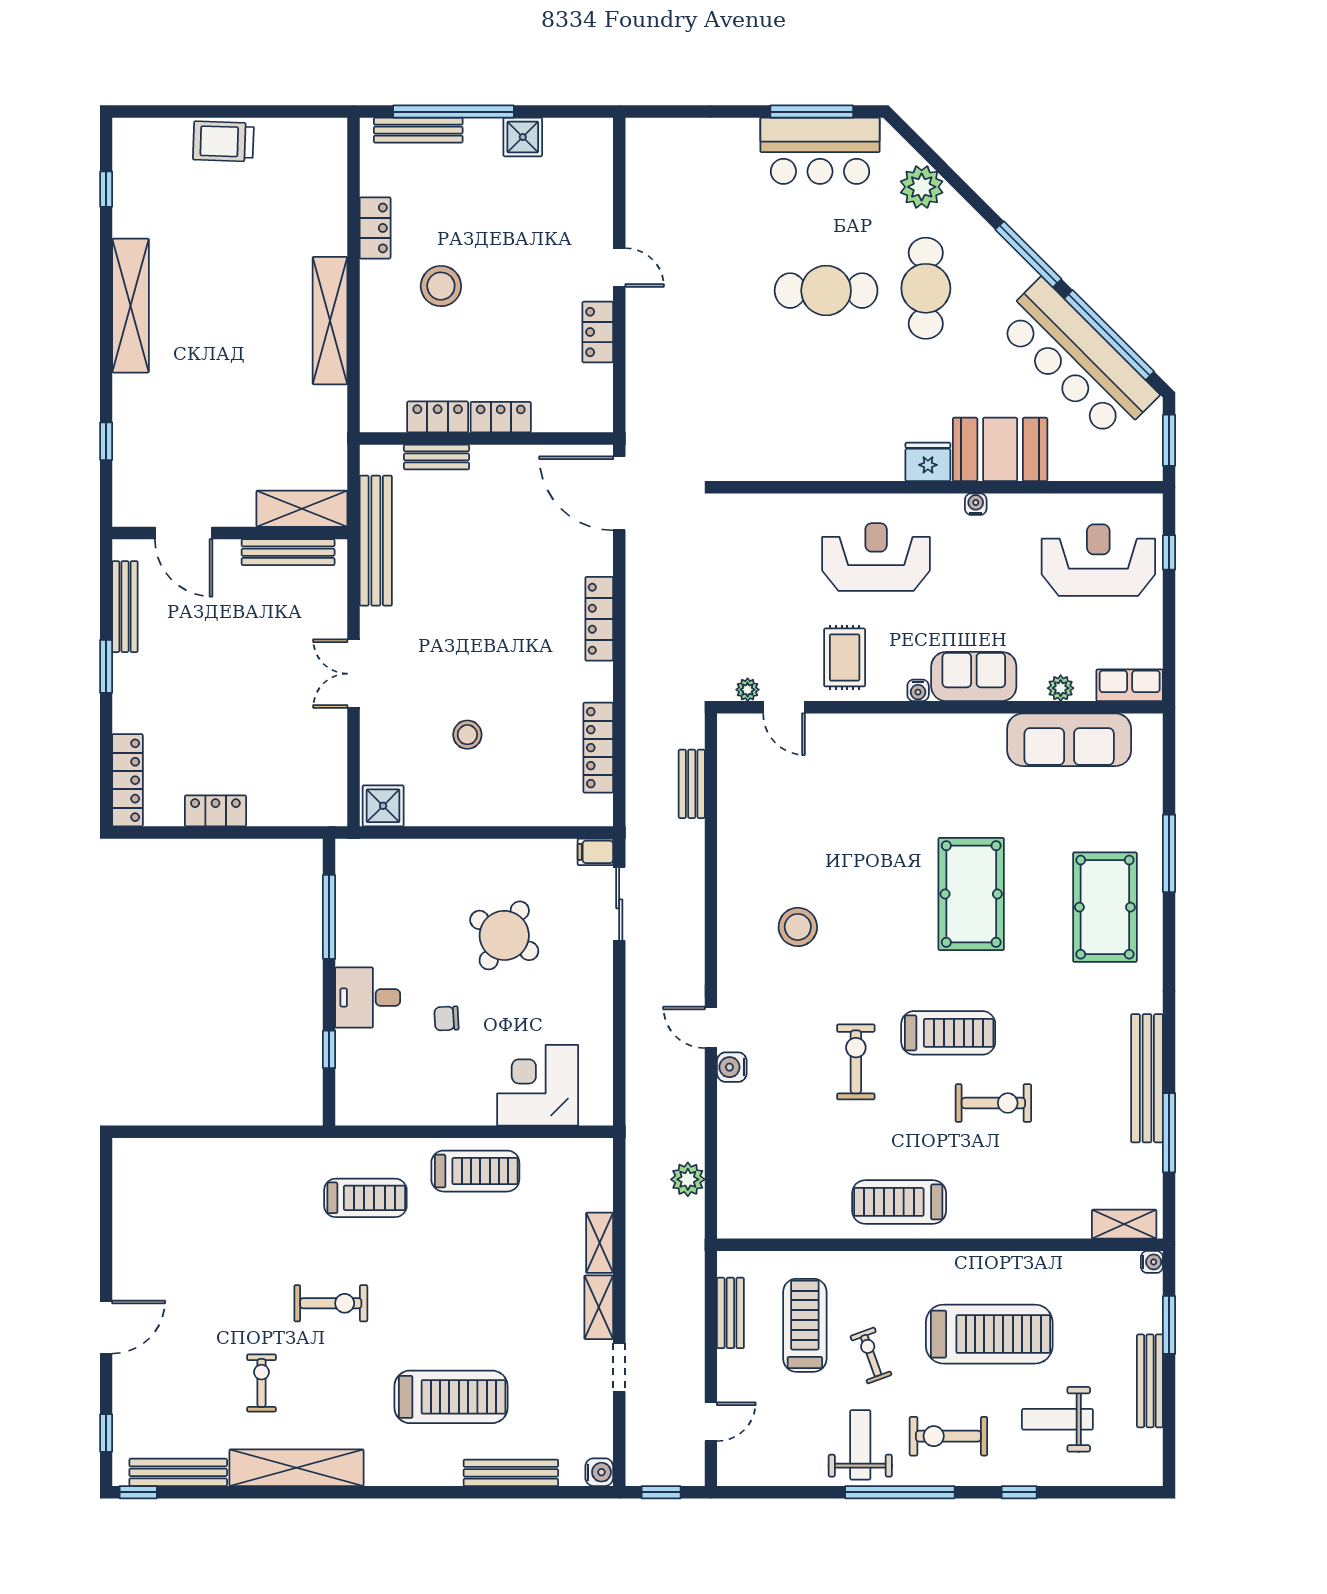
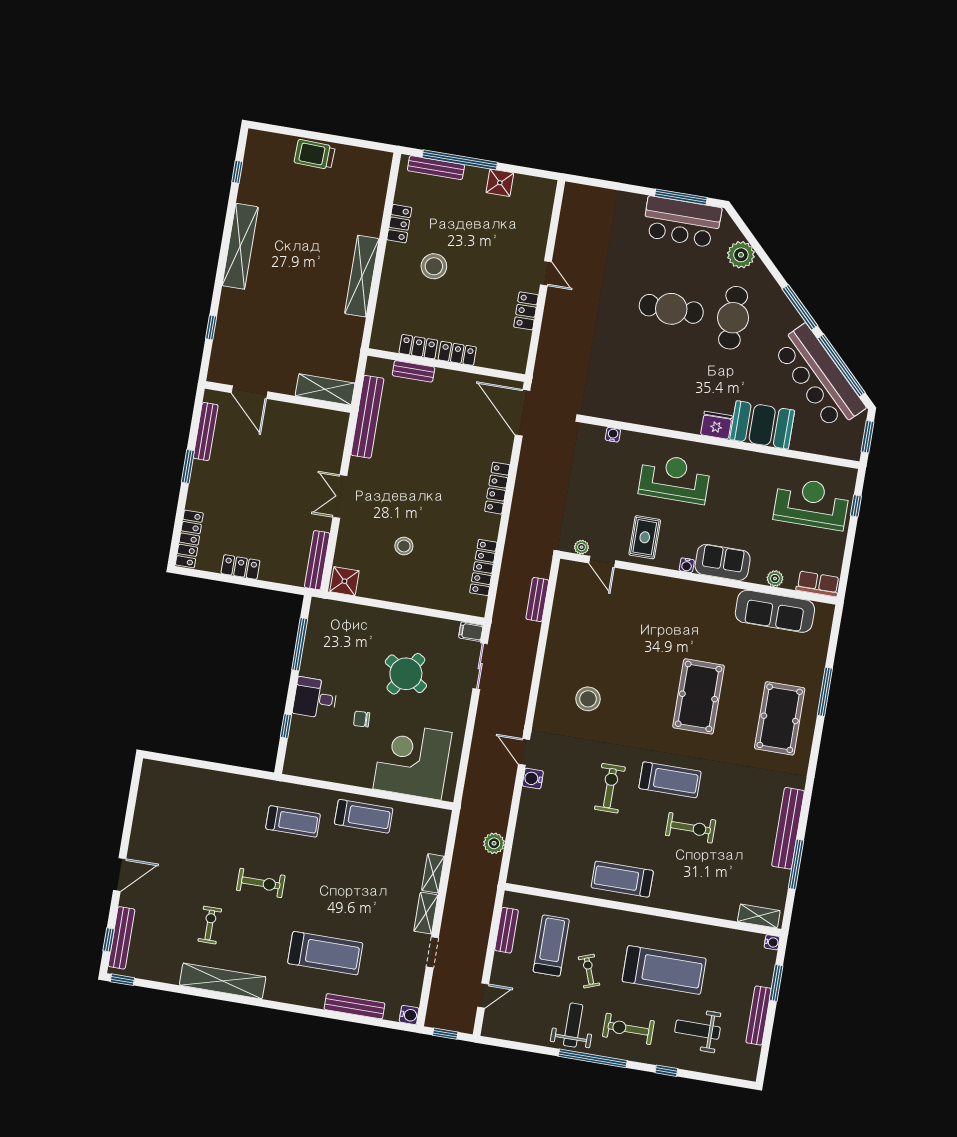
water cooler: (976, 504) -> (613, 435), moved
bench: (288, 552) -> (317, 560), moved, turned 90
corner desk: (538, 1085) -> (413, 761), width x1.36, depth x1.36
bench: (178, 1472) -> (122, 938), moved, turned 90

